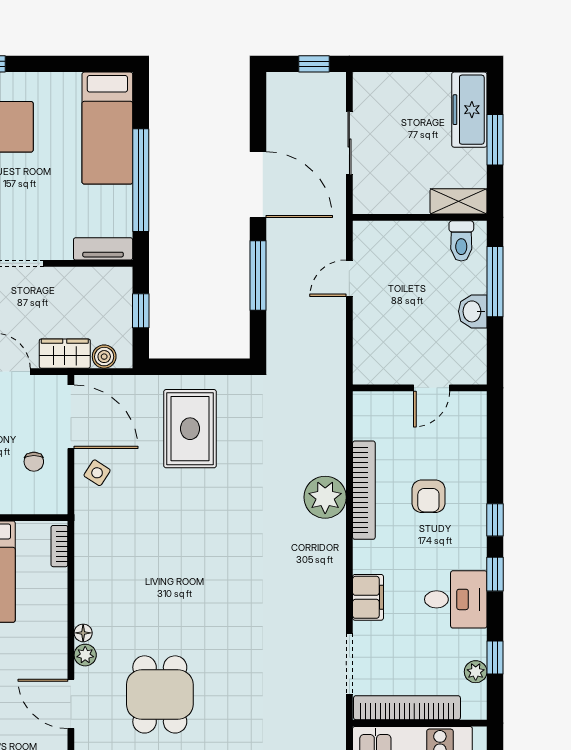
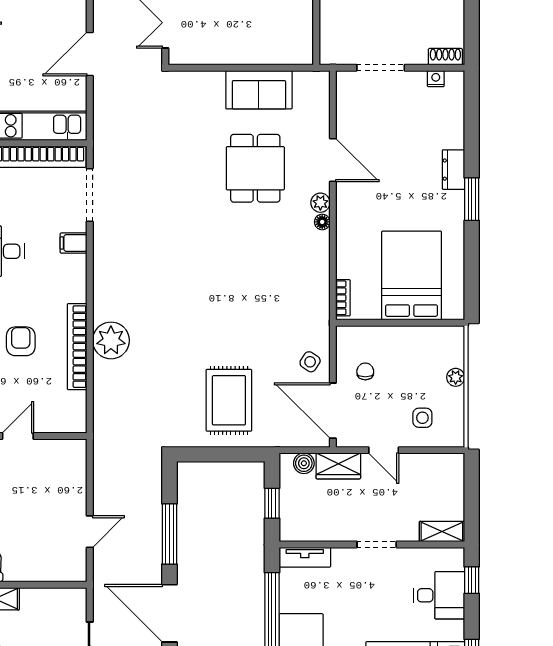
filing cabinet: (368, 597) -> (74, 243), width x0.50

